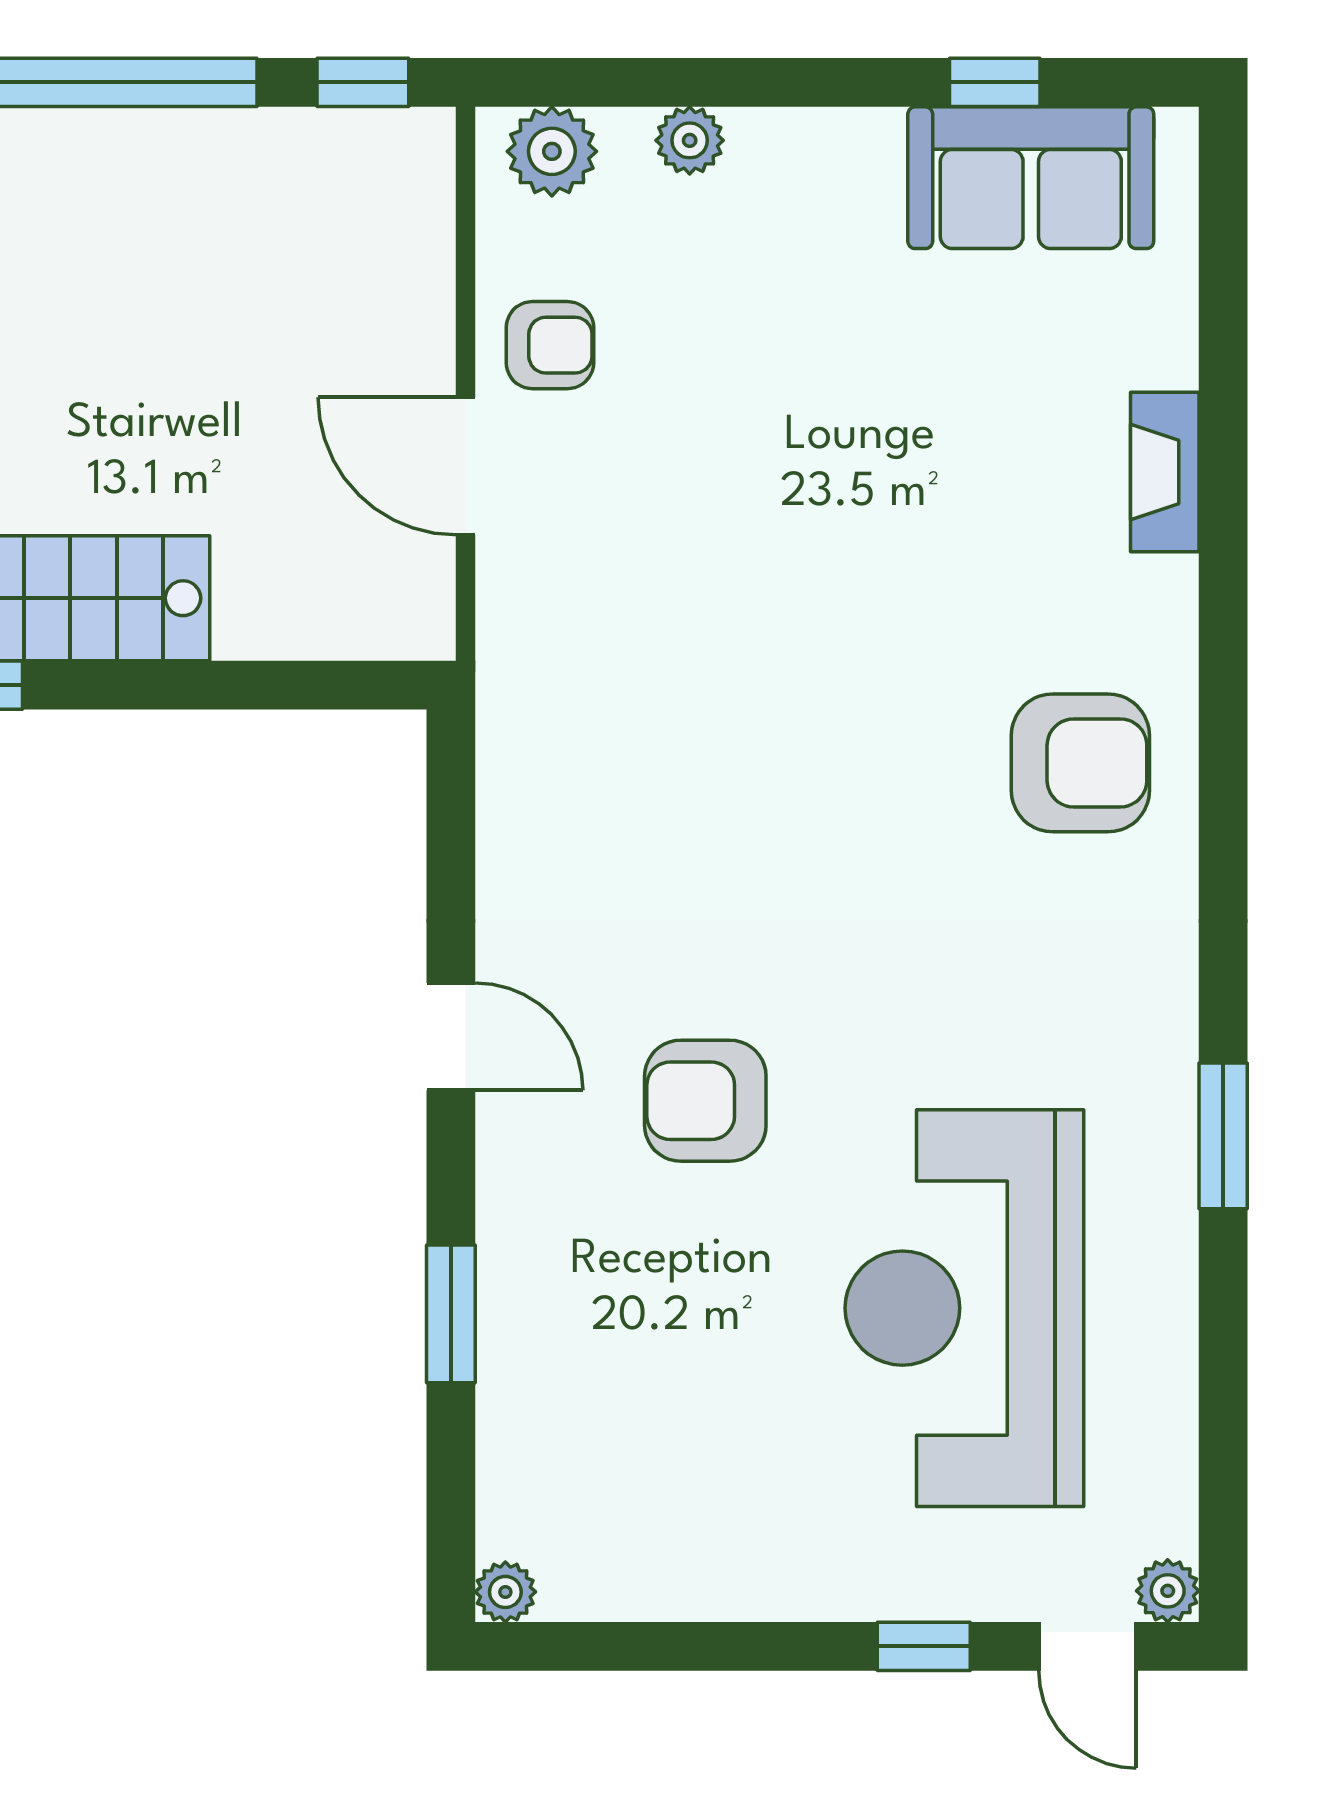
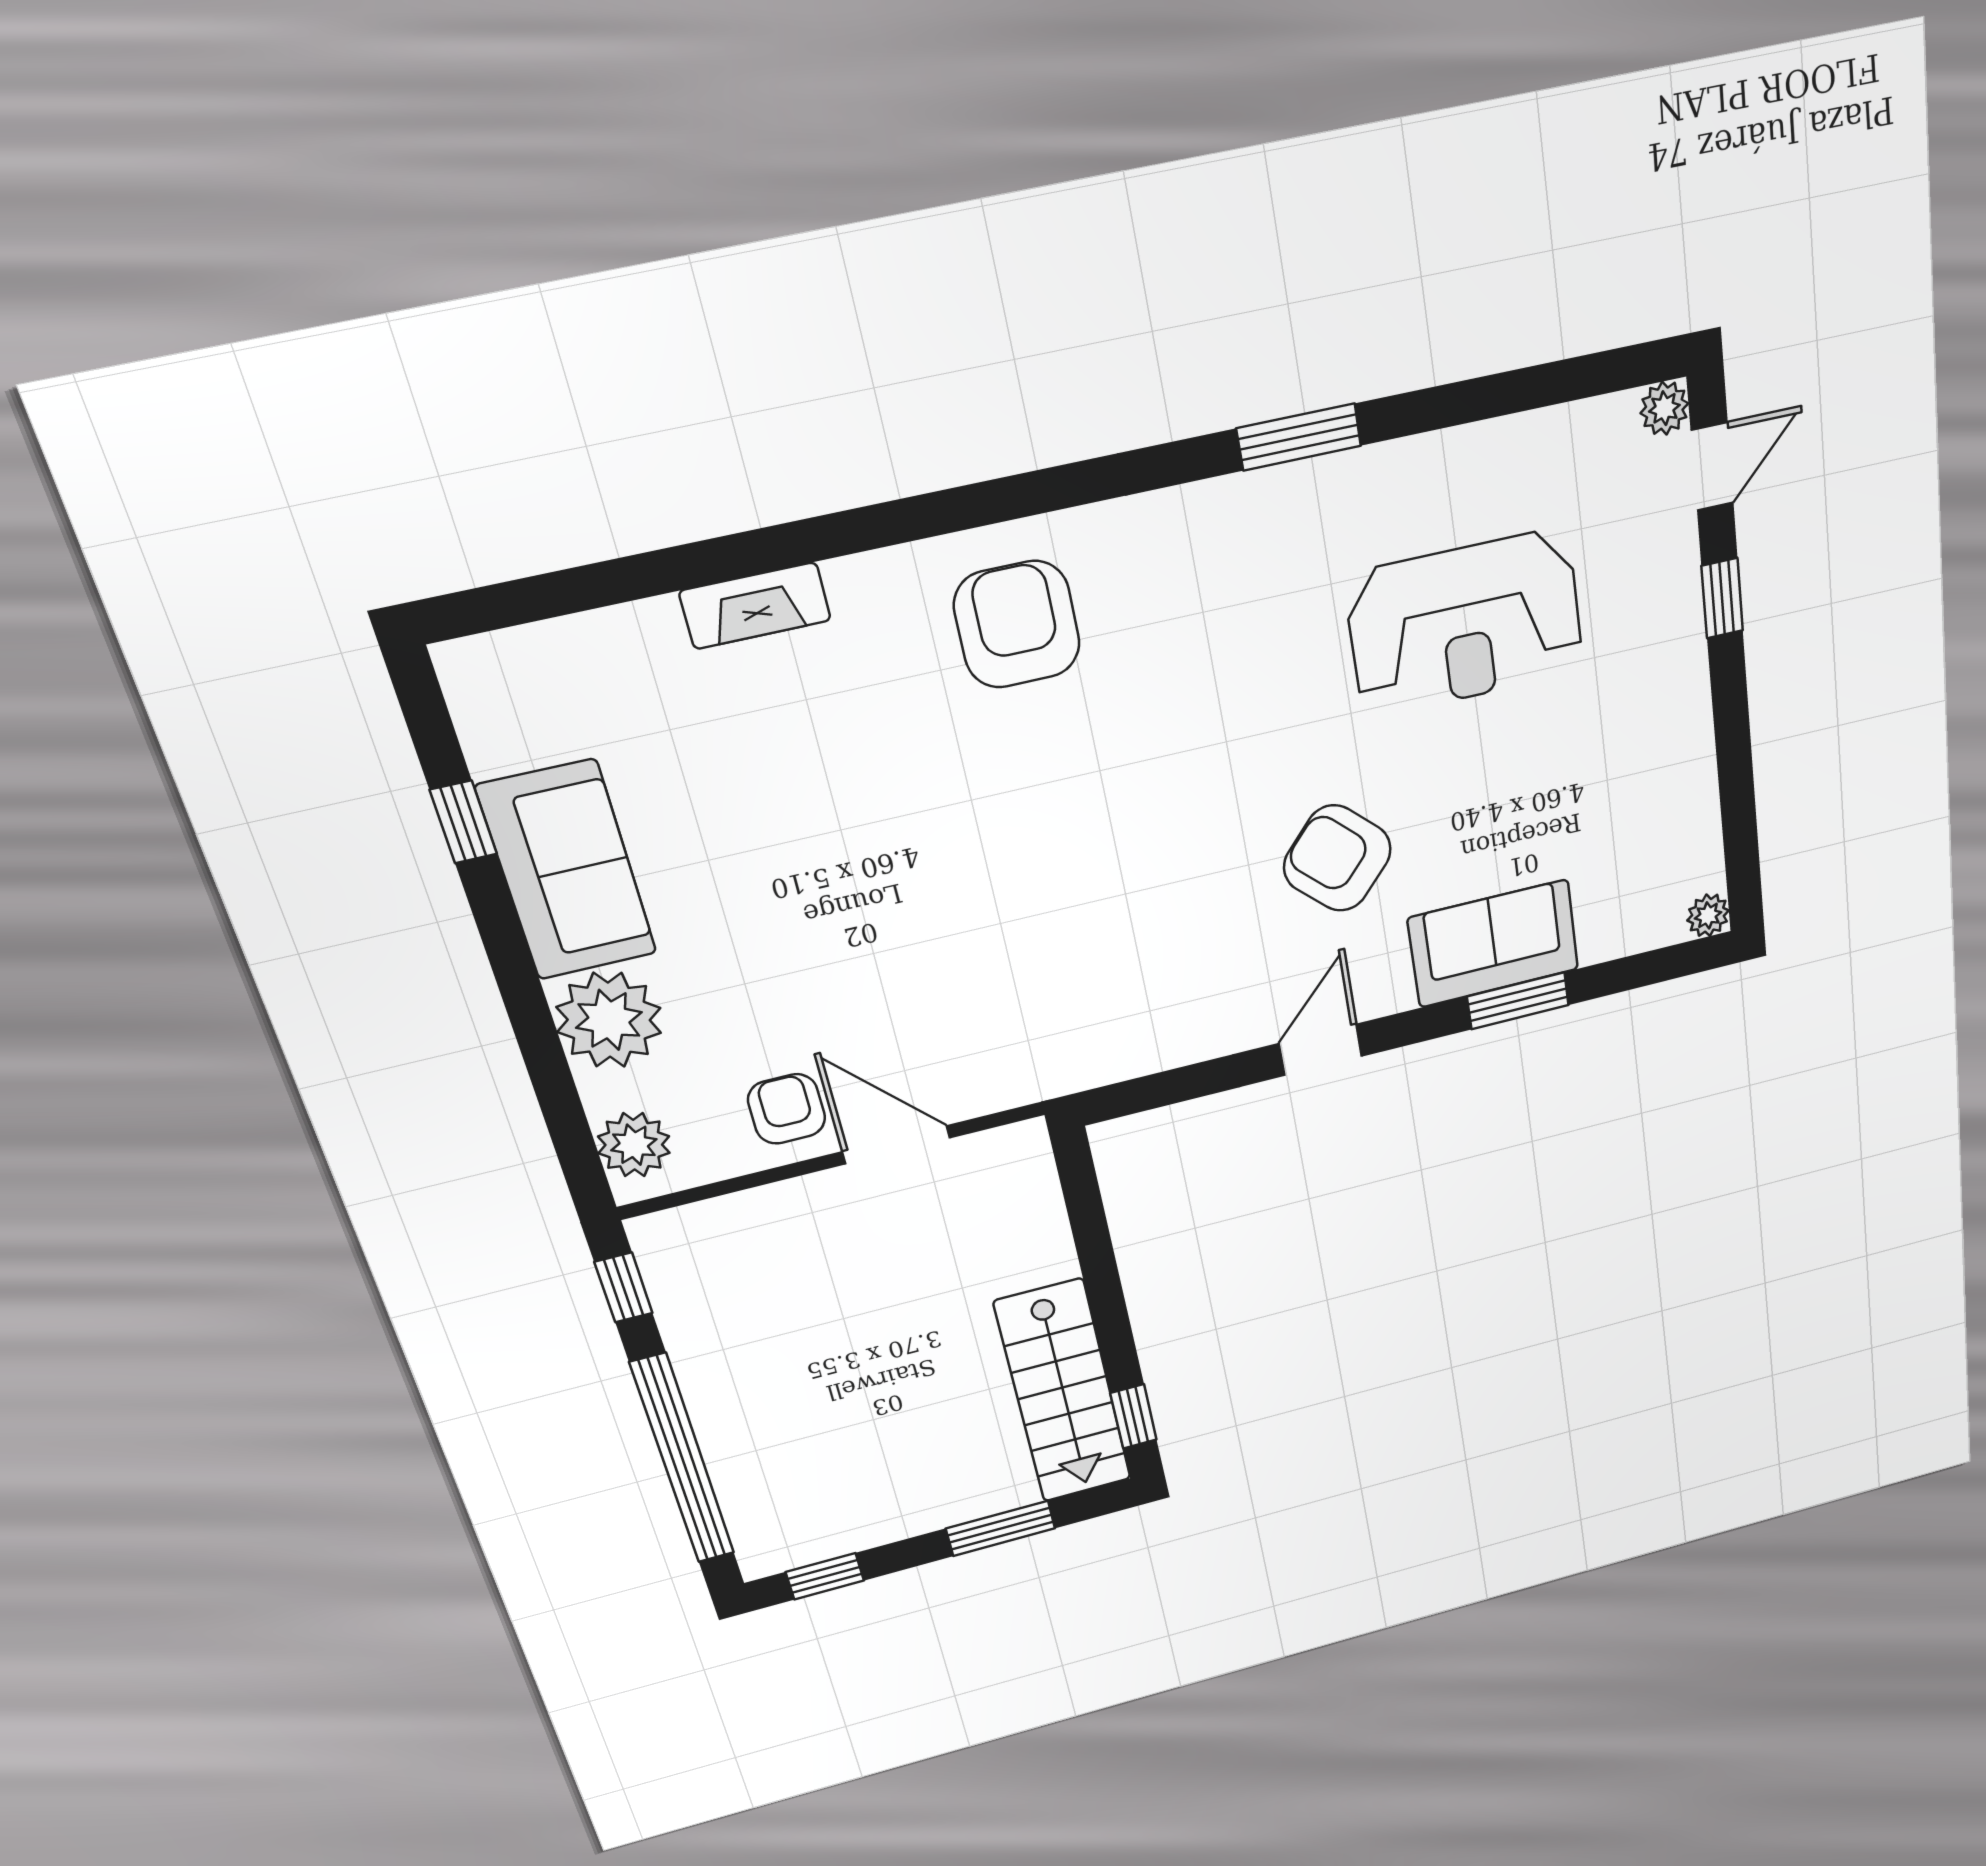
plant: (690, 140) -> (609, 1020), width x1.88, depth x1.88
sofa: (1031, 178) -> (567, 871), moved
door: (466, 466) -> (896, 1145), swing flipped
armchair: (705, 1101) -> (1337, 858), turned 133
sofa: (540, 1291) -> (1494, 944), added
reception desk: (964, 1308) -> (1465, 623), width x0.74, depth x0.77

